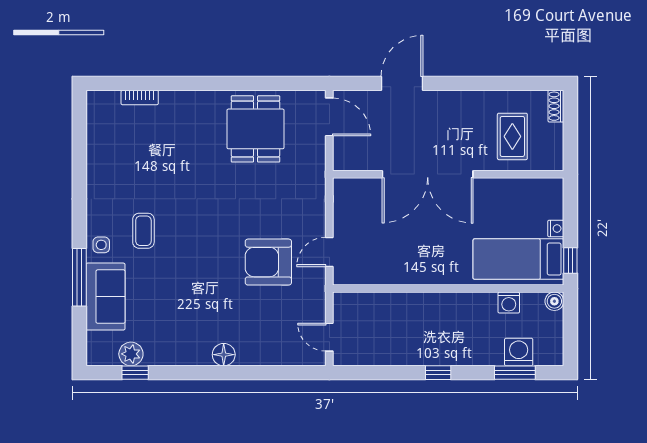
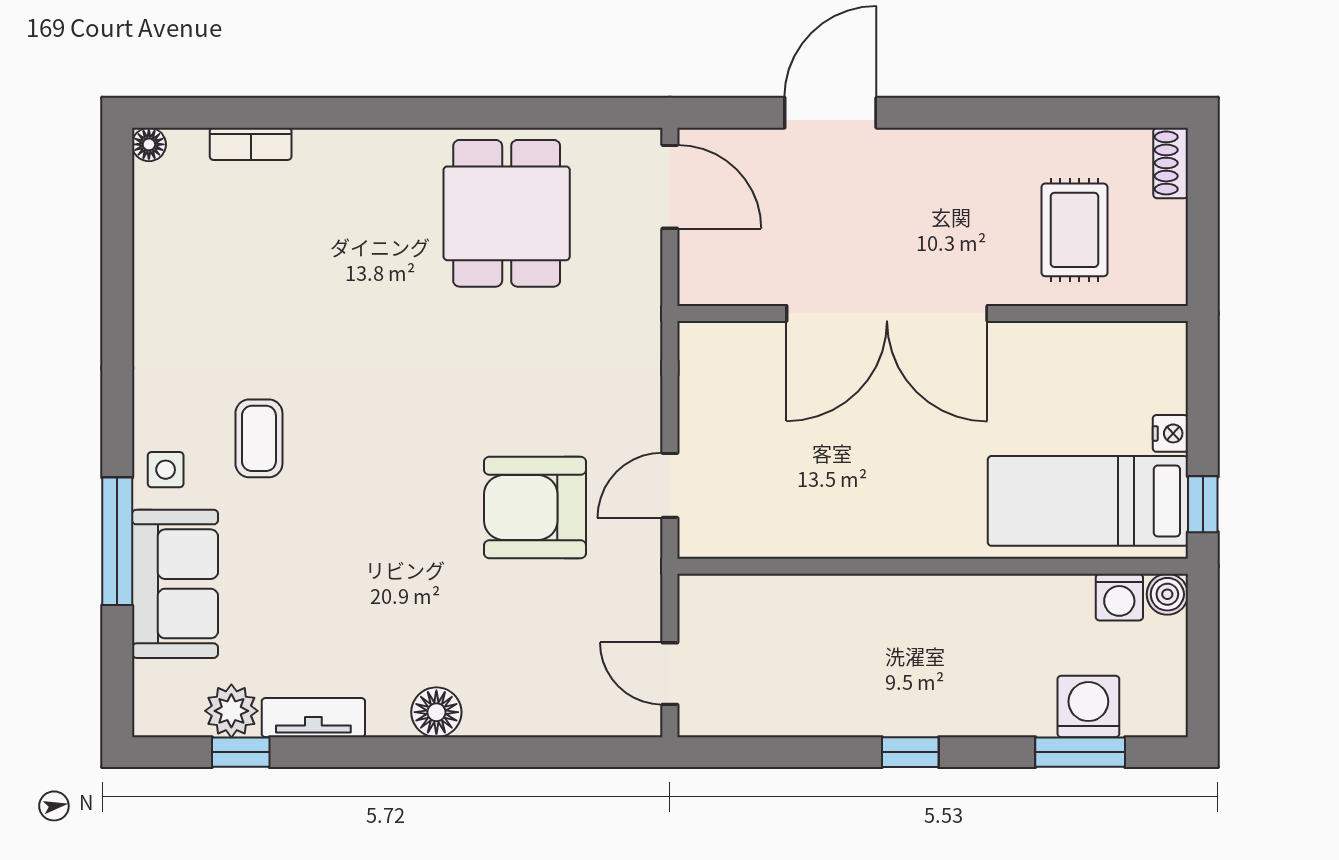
floor lamp: (94, 98) -> (149, 144), added
washing machine: (509, 303) -> (1119, 597), moved
tv unit: (168, 357) -> (313, 718), added

